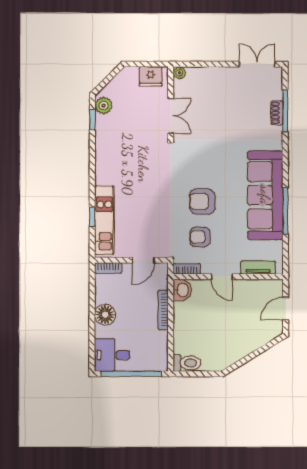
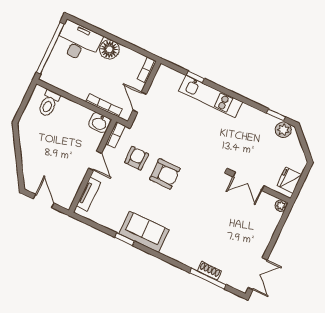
sofa: (265, 195) -> (144, 232), width x0.54, depth x0.79
armchair: (202, 202) -> (165, 174), turned 90
window: (285, 211) -> (125, 239), width x0.46
kitchen unit: (104, 220) -> (210, 96), moved
door: (222, 277) -> (95, 161), swing flipped
bookcase: (163, 310) -> (104, 105), moved
desk: (112, 355) -> (78, 42), width x1.37
toilet: (187, 363) -> (49, 103), moved

